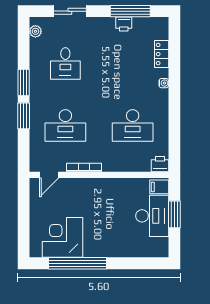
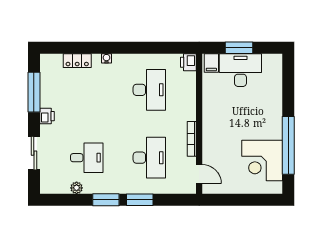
printer: (124, 24) -> (47, 116), moved
plant: (35, 31) -> (77, 188), moved

